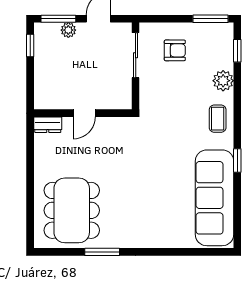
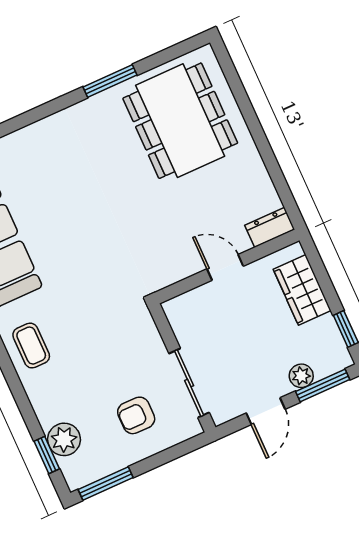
wardrobe: (45, 80) -> (302, 290), added
plant: (223, 81) -> (64, 439), moved
door: (84, 113) -> (225, 267), hinge flipped

